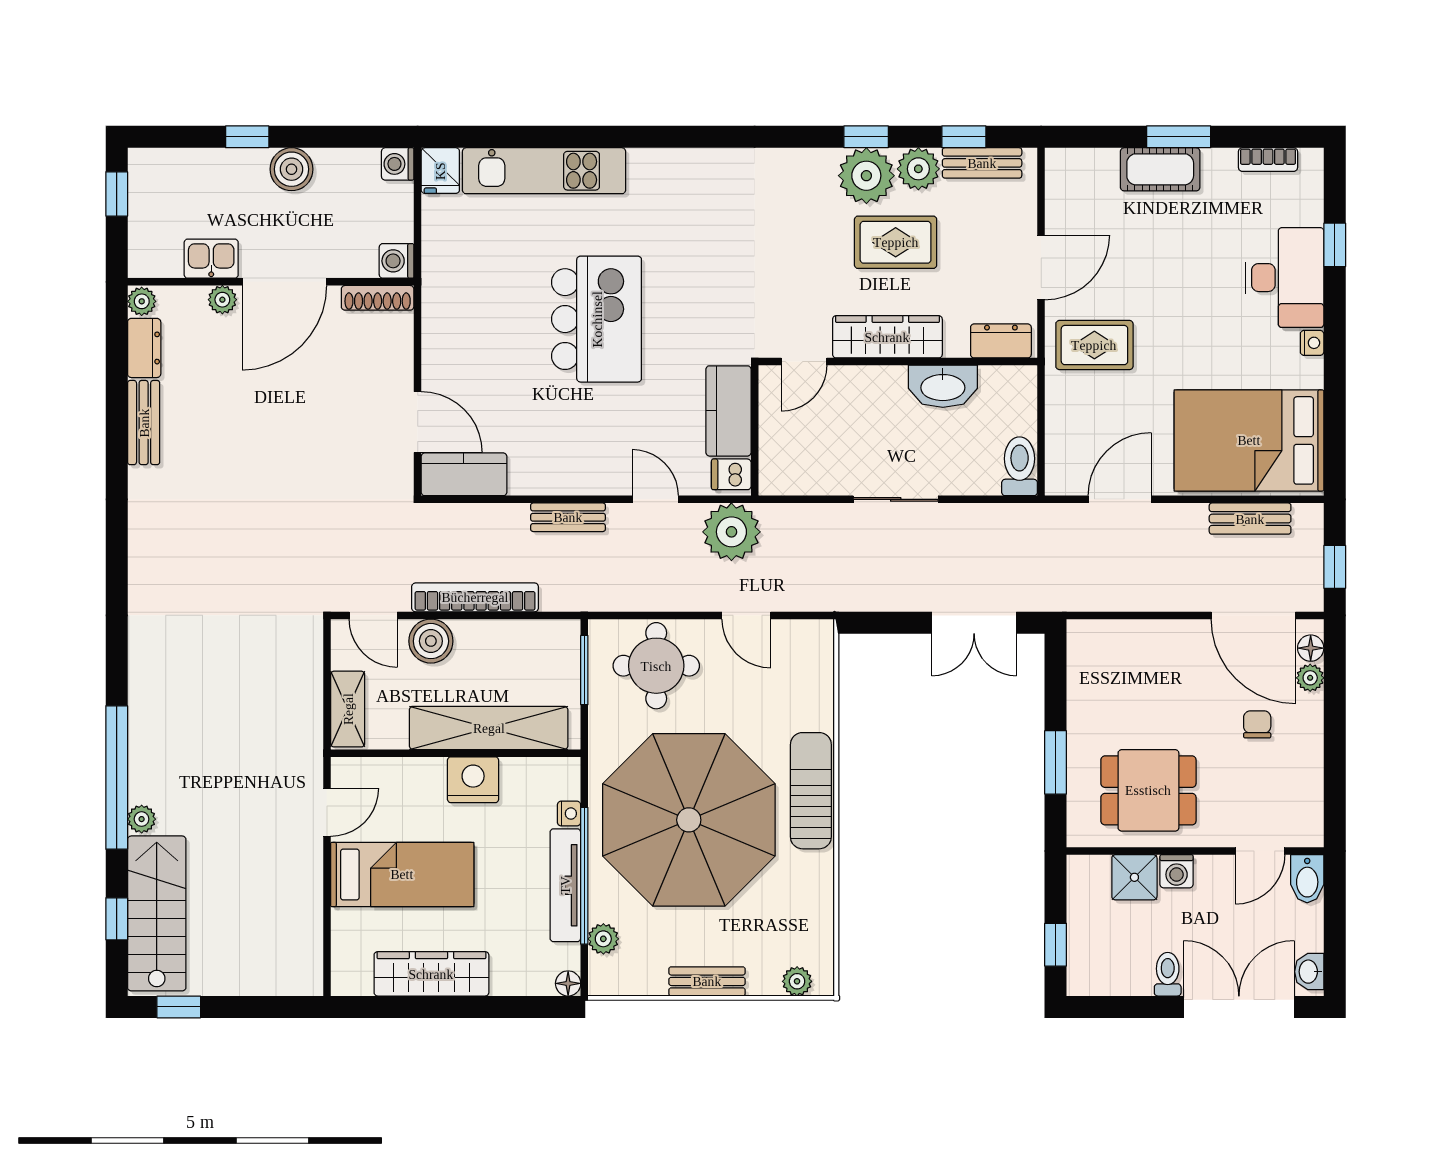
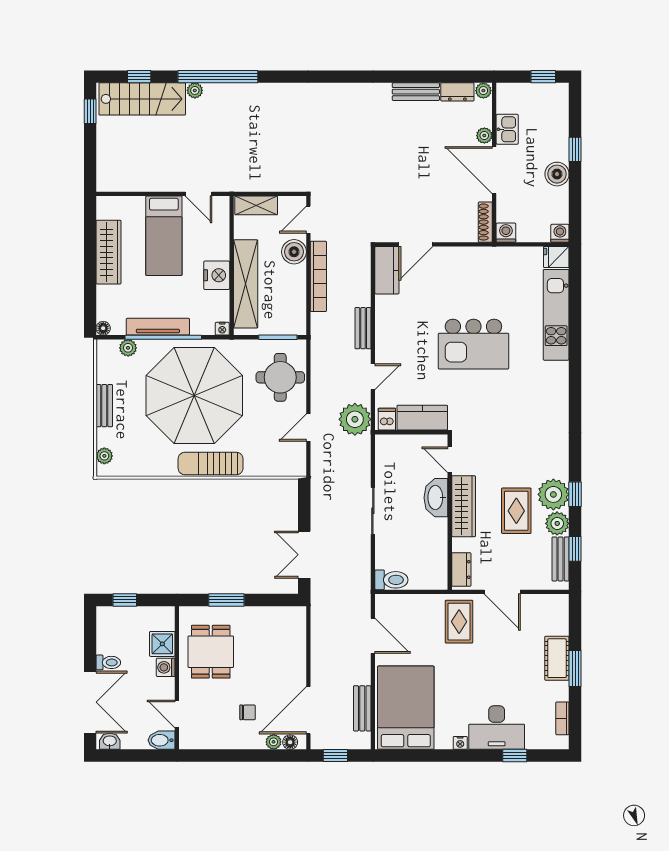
washbasin: (943, 386) -> (436, 498), moved
sun lounger: (811, 791) -> (211, 464), turned 180
nightstand: (569, 814) -> (222, 329), moved

